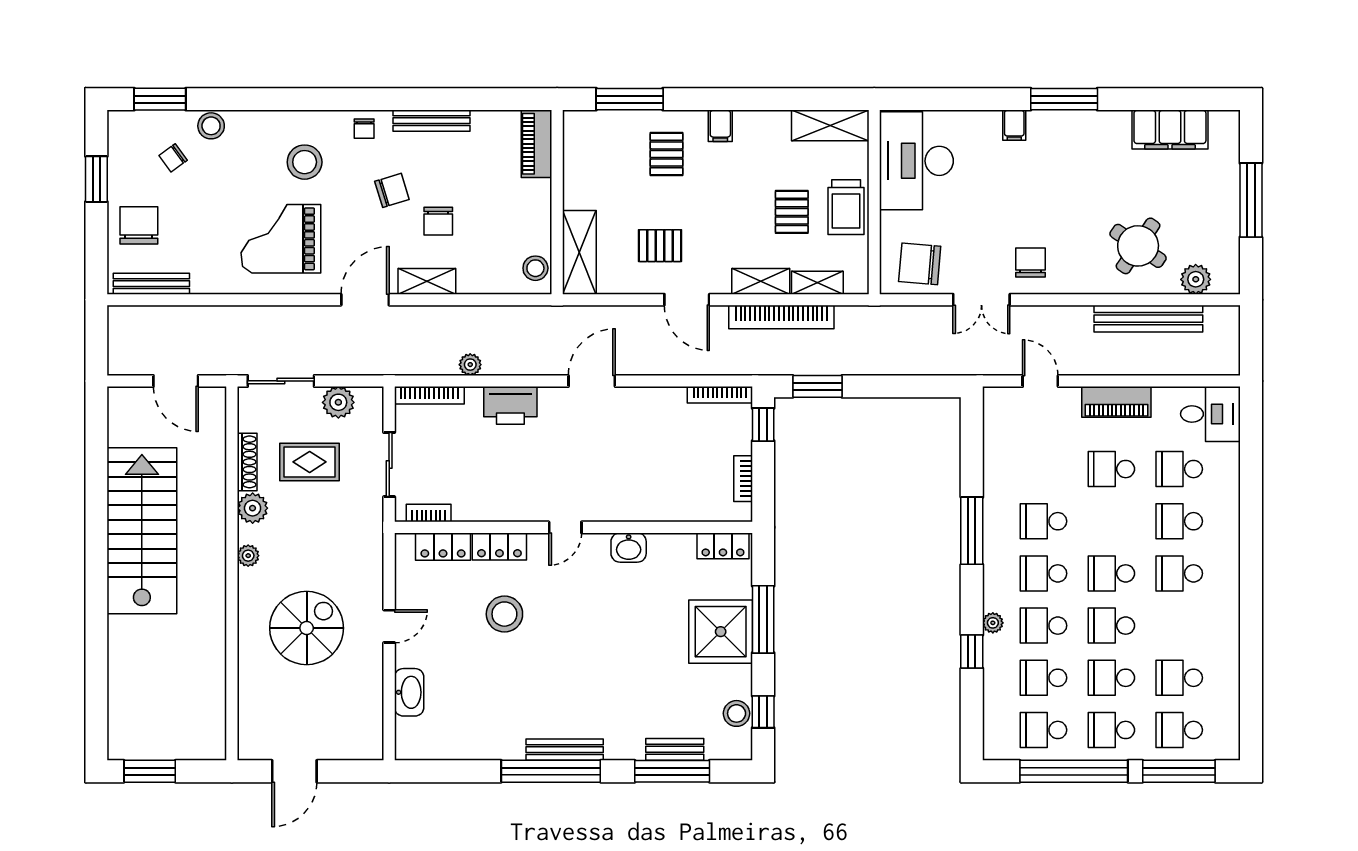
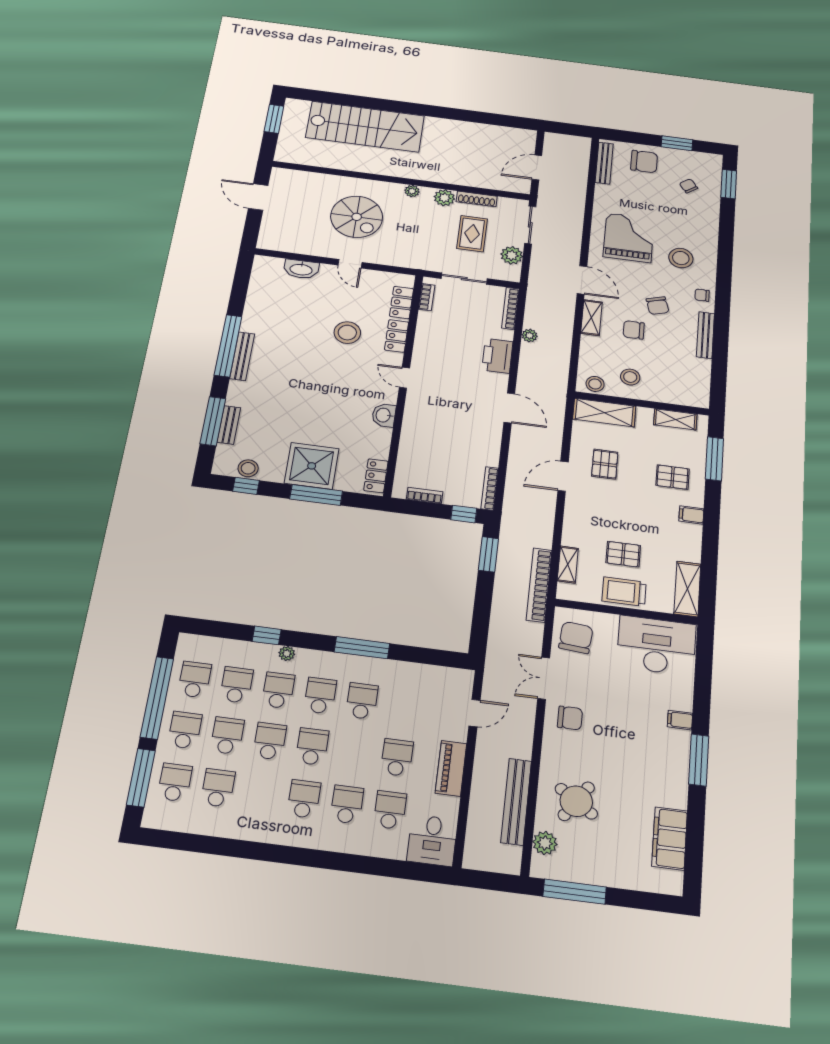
stool: (211, 126) -> (630, 377), moved
piano: (537, 144) -> (685, 396), removed
window: (1251, 200) -> (575, 892), moved
shelving: (761, 281) -> (675, 419), moved, turned 90
bookcase: (781, 317) -> (539, 585), moved
stairs: (142, 531) -> (365, 127), moved

